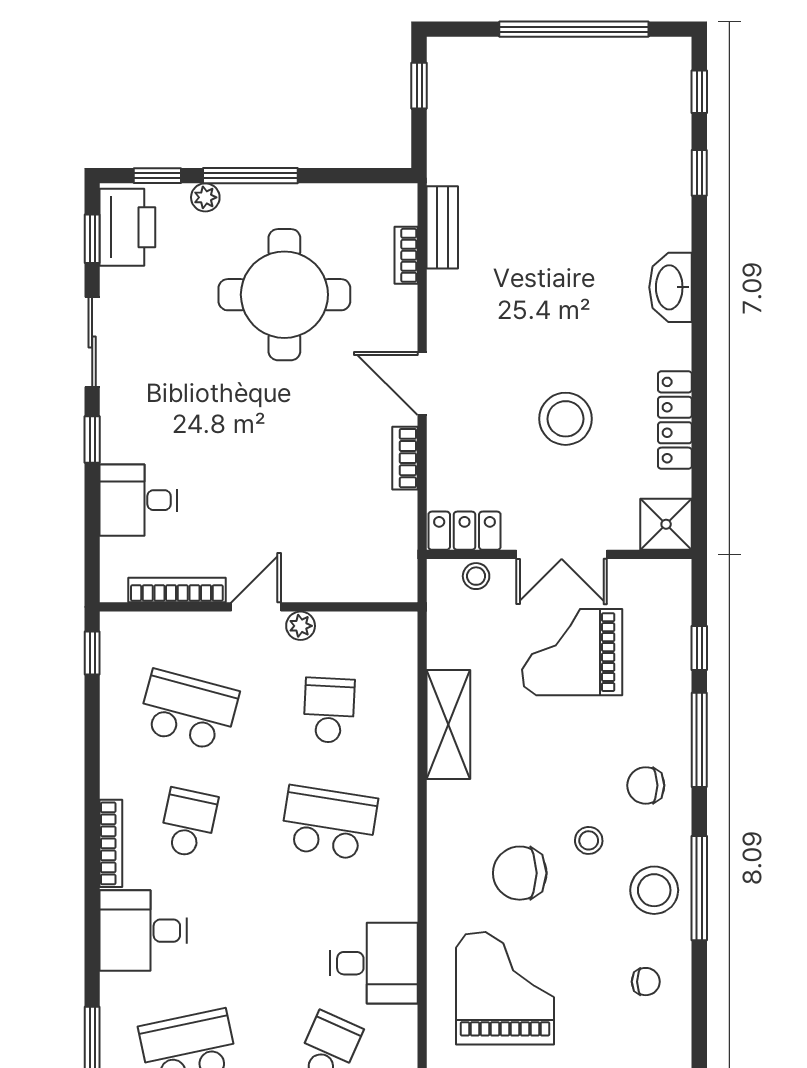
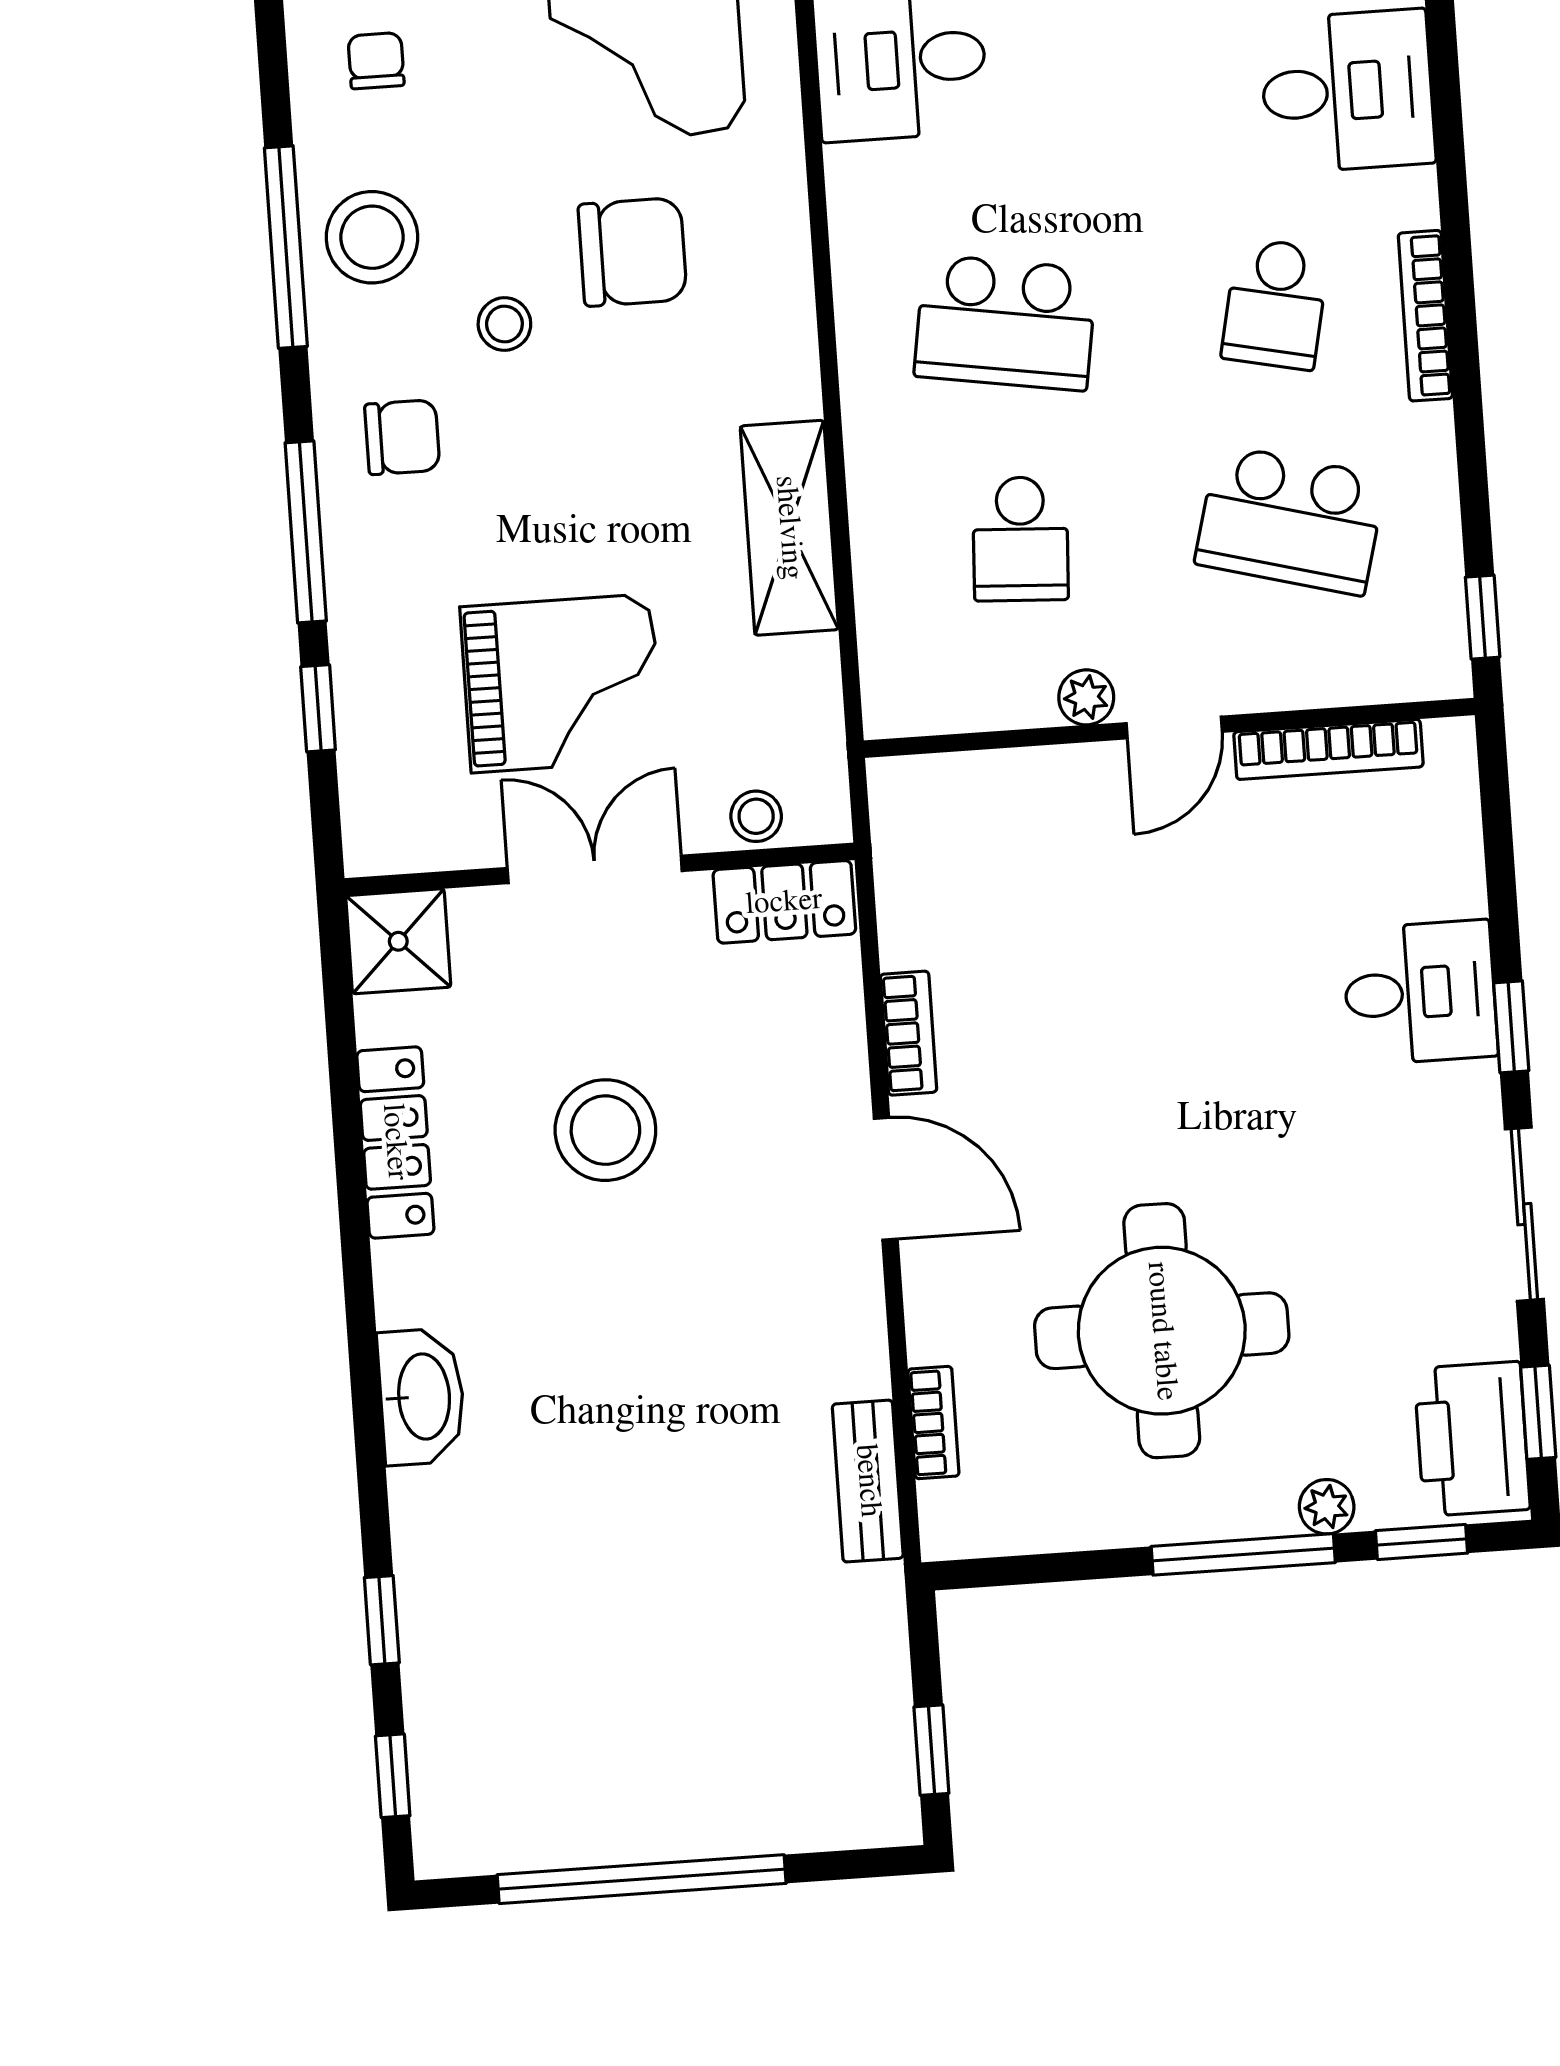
desk: (138, 500) -> (1420, 993), moved
bookcase: (111, 843) -> (1425, 316), moved
chair: (646, 982) -> (376, 61), turned 90

